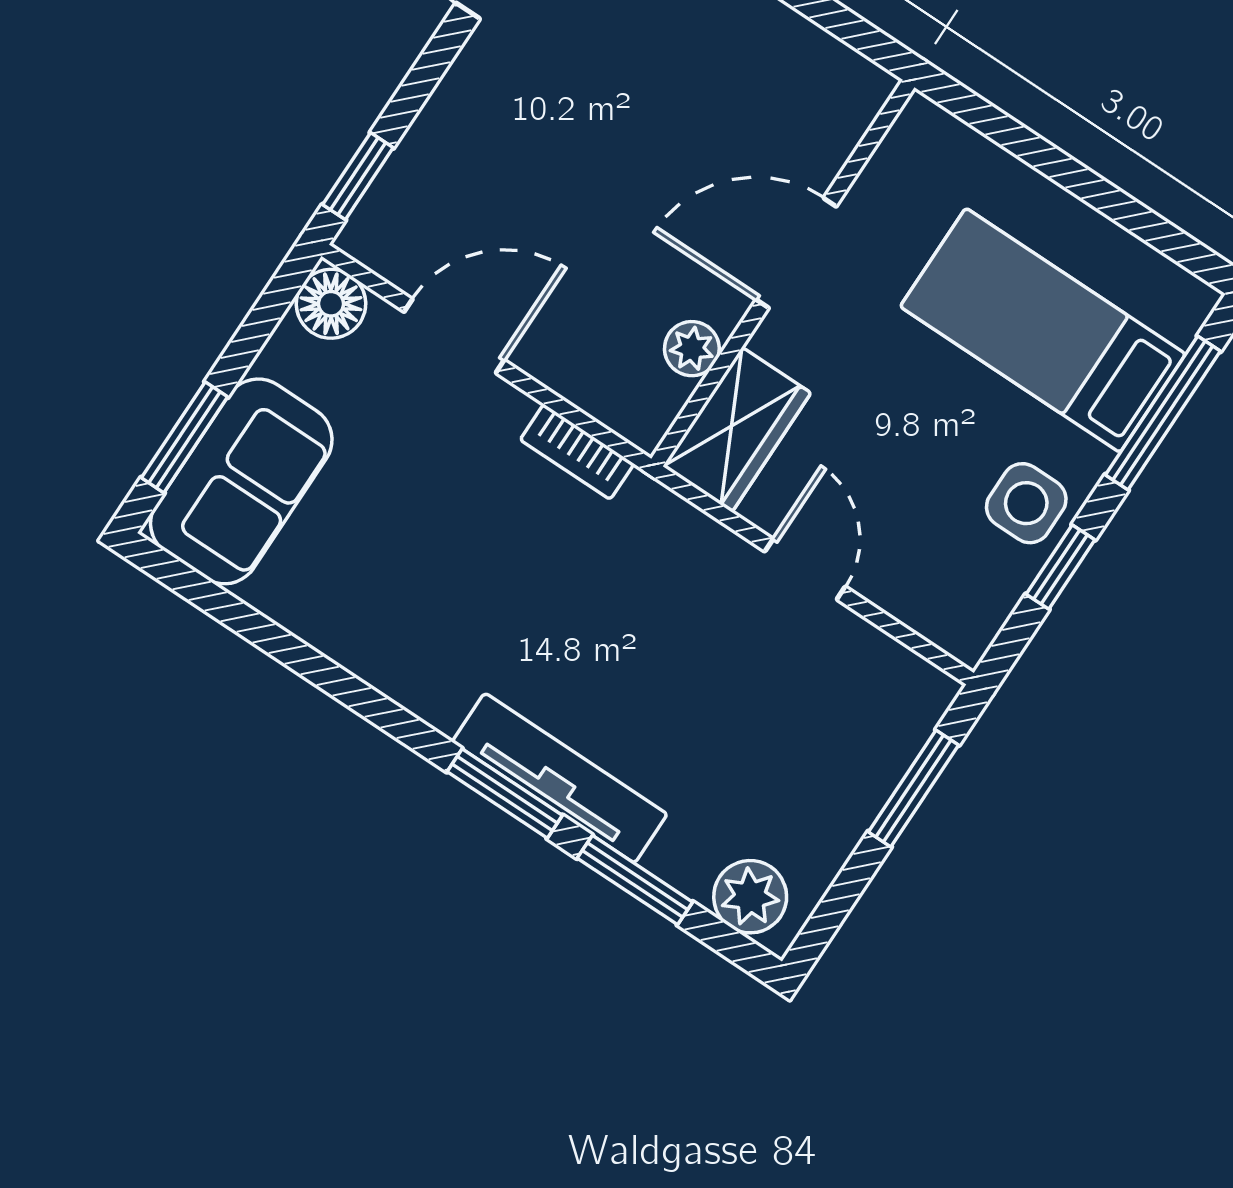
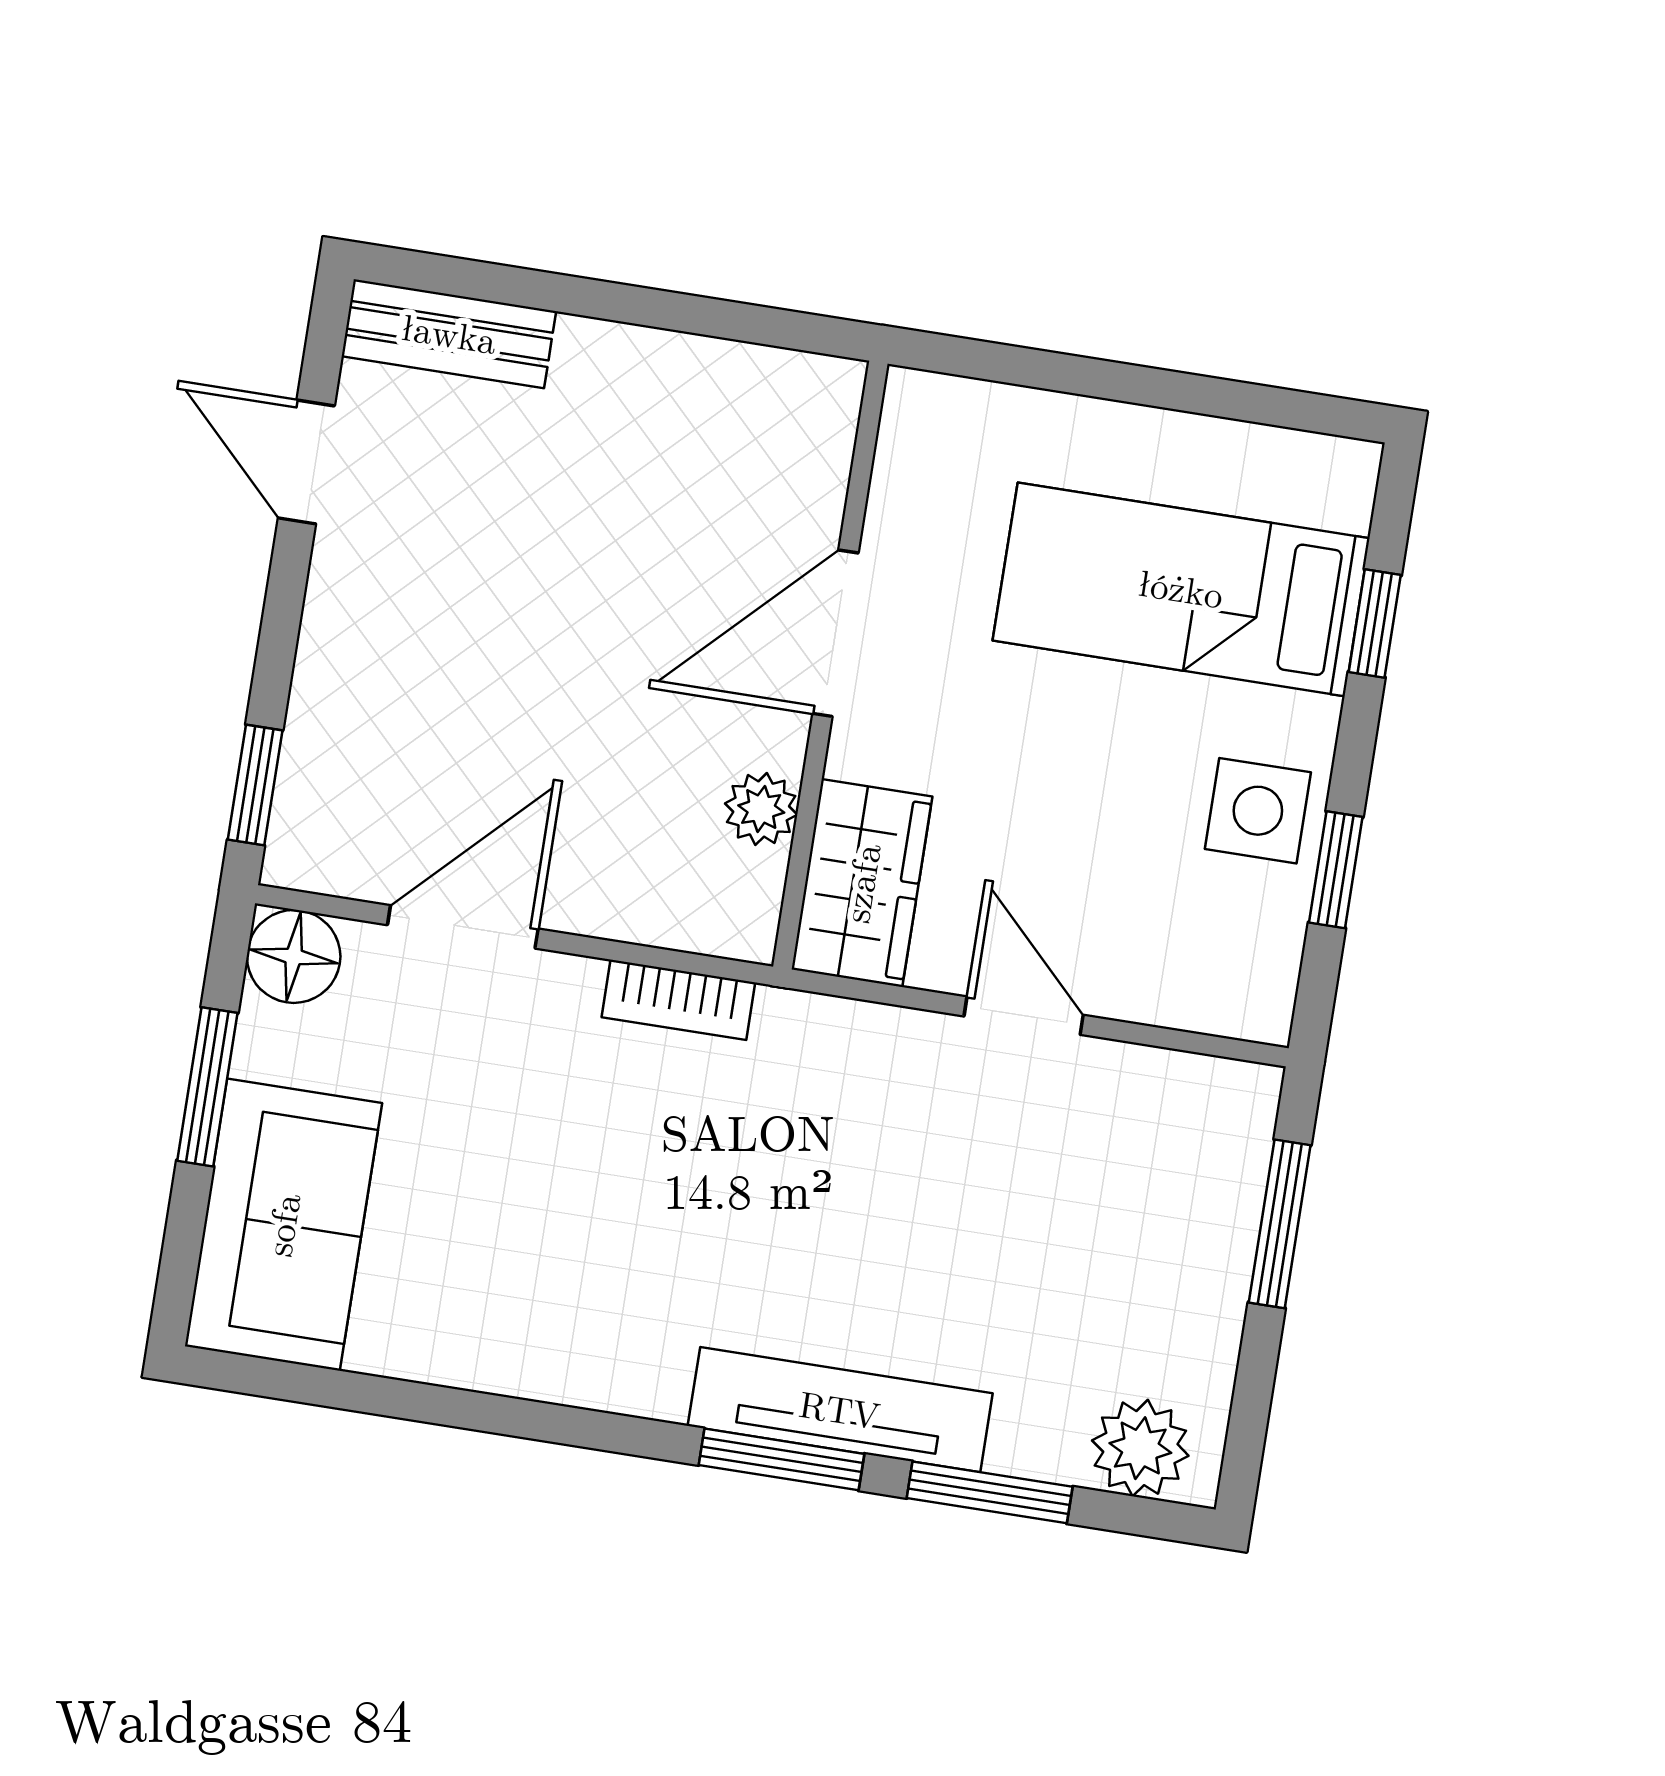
window: (1163, 413) -> (1375, 624), width x0.46
window: (184, 437) -> (207, 1087), moved

